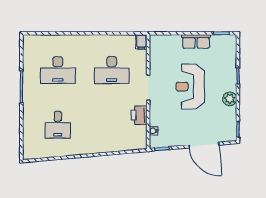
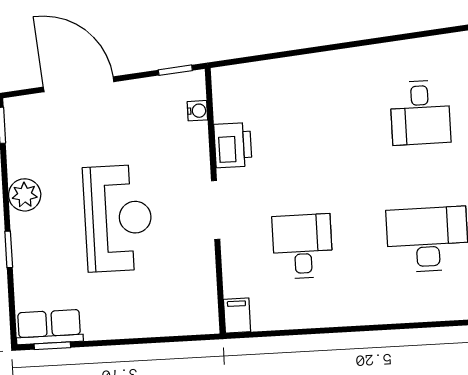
row of seats: (196, 41) -> (49, 327), moved
desk: (112, 70) -> (303, 246), width x0.73
desk: (58, 125) -> (420, 112), turned 180

